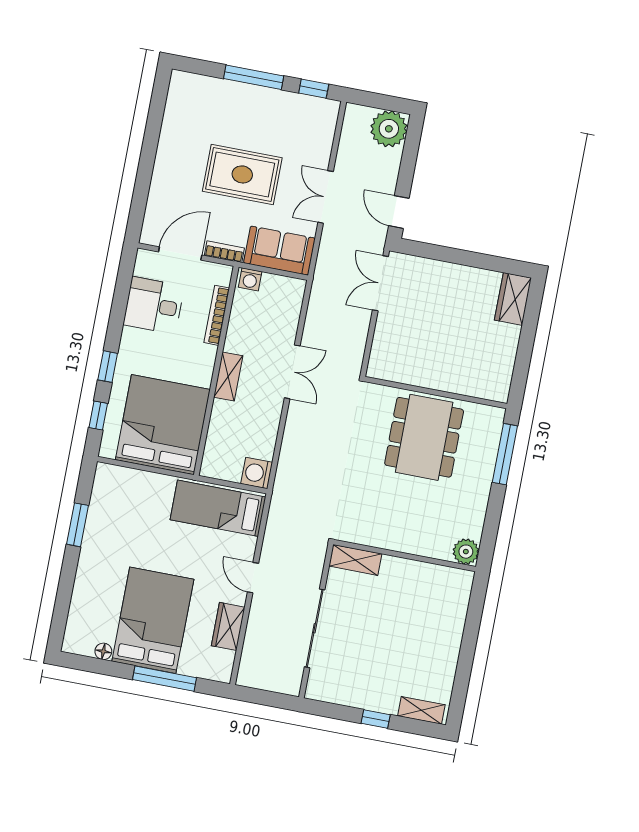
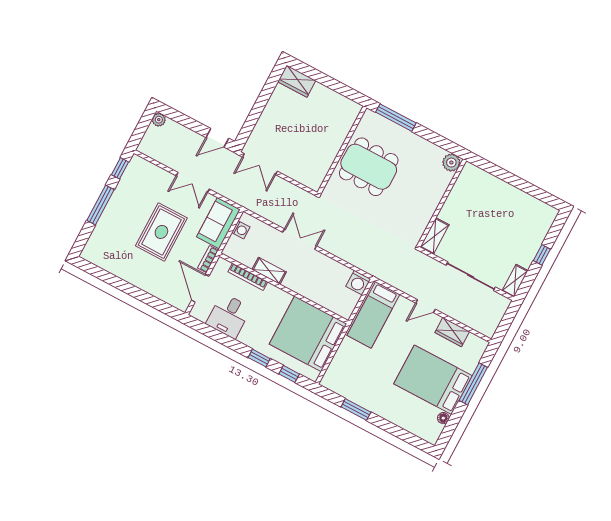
plant: (389, 129) -> (159, 120), width x0.53, depth x0.53
washing machine: (250, 279) -> (241, 230), moved
shelving: (228, 377) -> (269, 271), moved
shelving: (421, 710) -> (515, 281), moved

